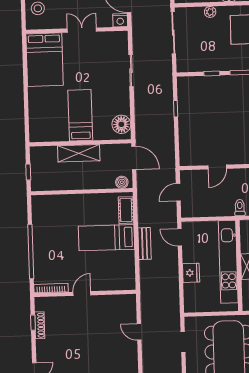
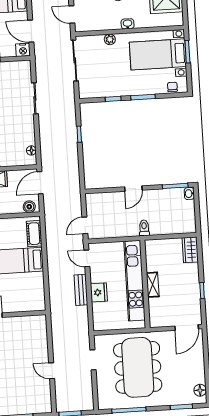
floor lamp: (121, 124) -> (31, 150), width x0.53, depth x0.53
door: (134, 158) -> (40, 183), swing flipped
door: (217, 167) -> (133, 189), moved
door: (178, 192) -> (85, 225), moved
bench: (145, 244) -> (81, 290), moved
door: (139, 332) -> (52, 371), moved

